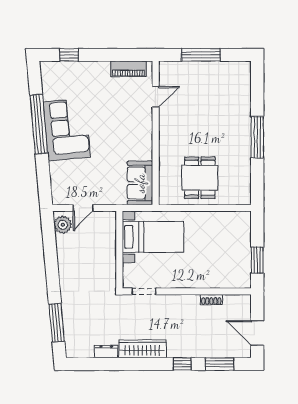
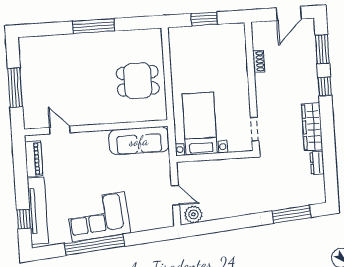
tv unit: (76, 69) -> (38, 211), added
sofa: (140, 183) -> (139, 141), width x1.36
window: (257, 260) -> (204, 19), moved

